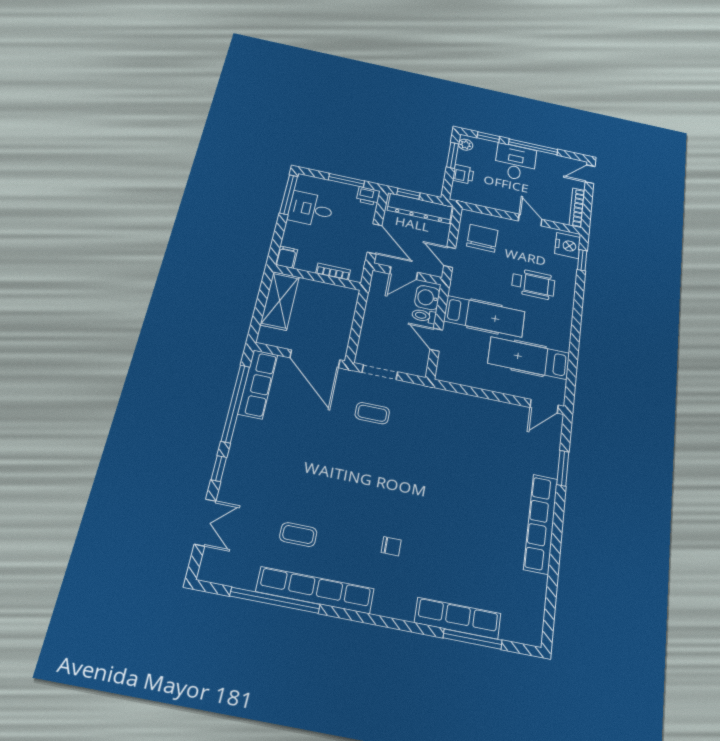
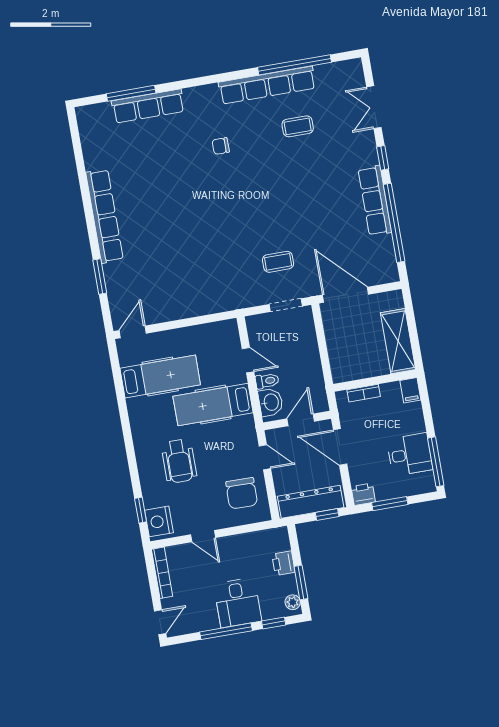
wheelchair: (533, 284) -> (179, 461), turned -90
row of seats: (258, 384) -> (375, 201), moved

